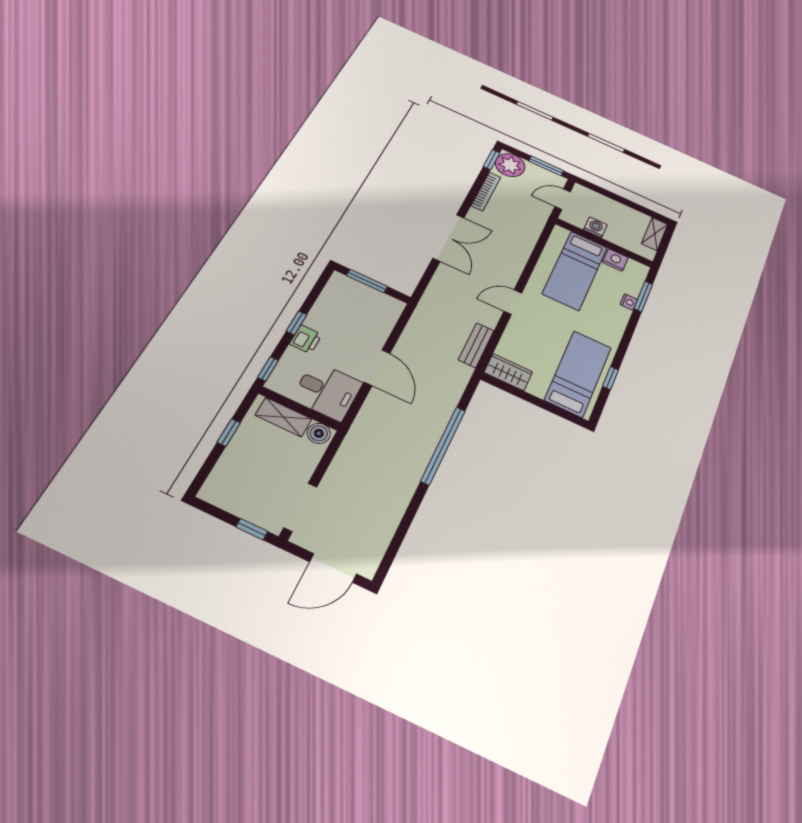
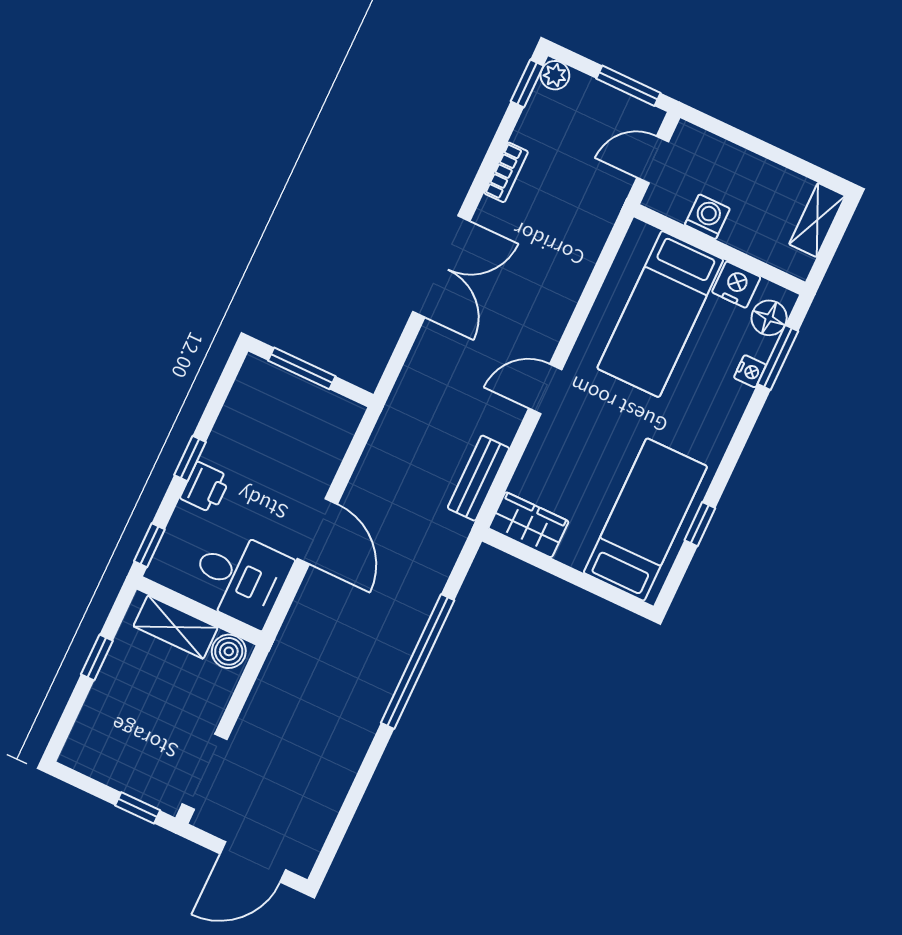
plant: (510, 165) -> (555, 75), width x0.53, depth x0.53
bookcase: (486, 191) -> (506, 172), width x0.64
floor lamp: (636, 277) -> (769, 318), added

